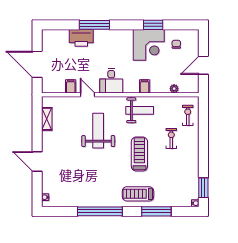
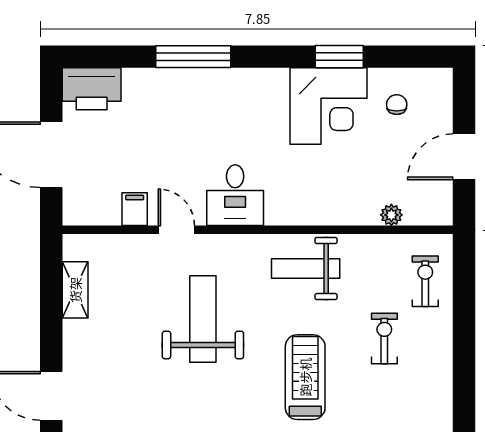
printer: (81, 38) -> (92, 89), moved
filing cabinet: (145, 86) -> (318, 209), removed
weight bench: (140, 110) -> (306, 269), turned 180

